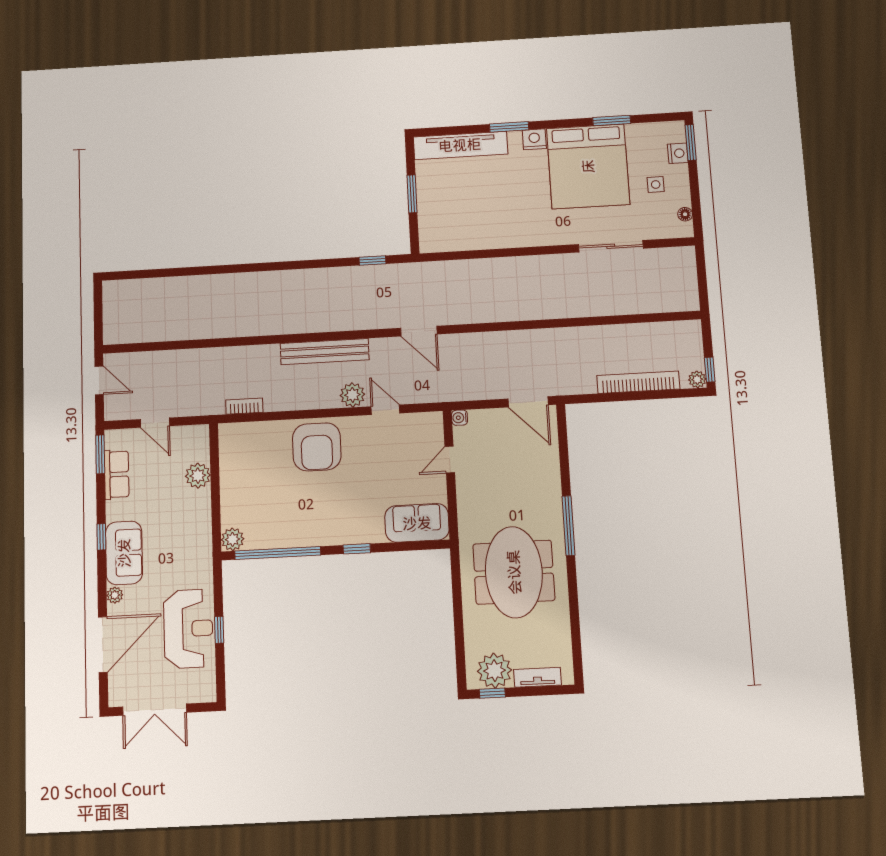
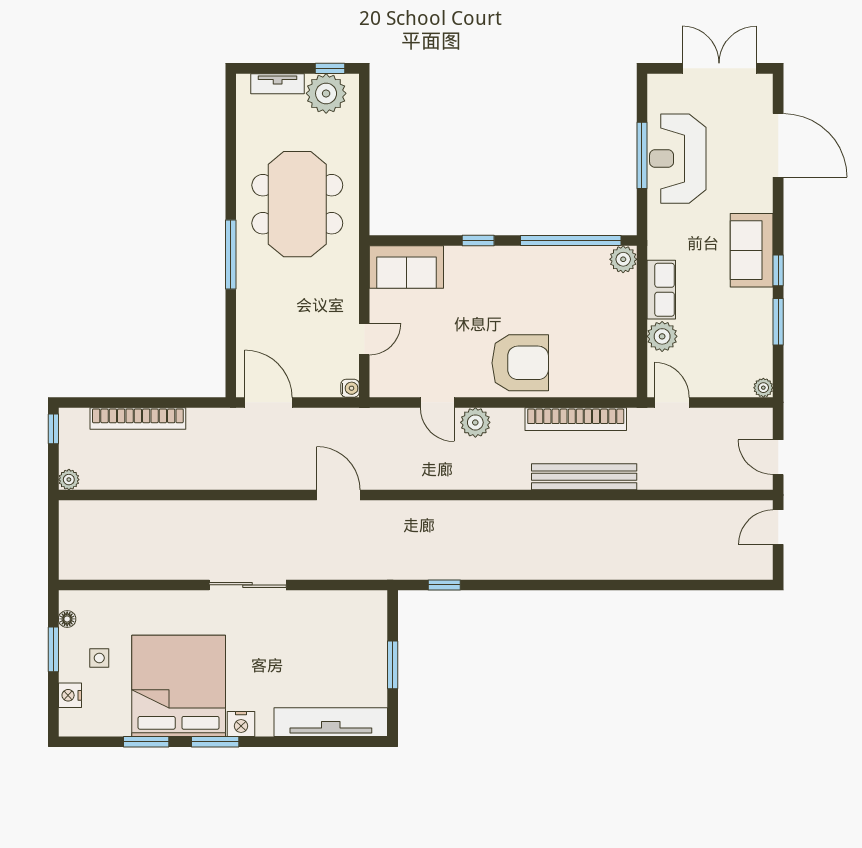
window: (509, 127) -> (215, 742), moved
window: (691, 143) -> (53, 649), moved
sliding door: (611, 246) -> (248, 585), moved
door: (98, 323) -> (778, 527), added
door: (419, 331) -> (338, 495), moved
bench: (325, 352) -> (584, 477), moved
plant: (697, 379) -> (69, 480), moved
bookcase: (244, 406) -> (576, 419), width x2.31, depth x1.31
door: (155, 423) -> (672, 402), moved
armchair: (317, 447) -> (520, 363), turned 90
window: (100, 454) -> (778, 322), moved
row of seats: (117, 474) -> (661, 290), moved, turned 180
plant: (115, 595) -> (763, 388), moved
window: (219, 630) -> (642, 155), width x2.17
door: (103, 645) -> (778, 145), swing flipped

